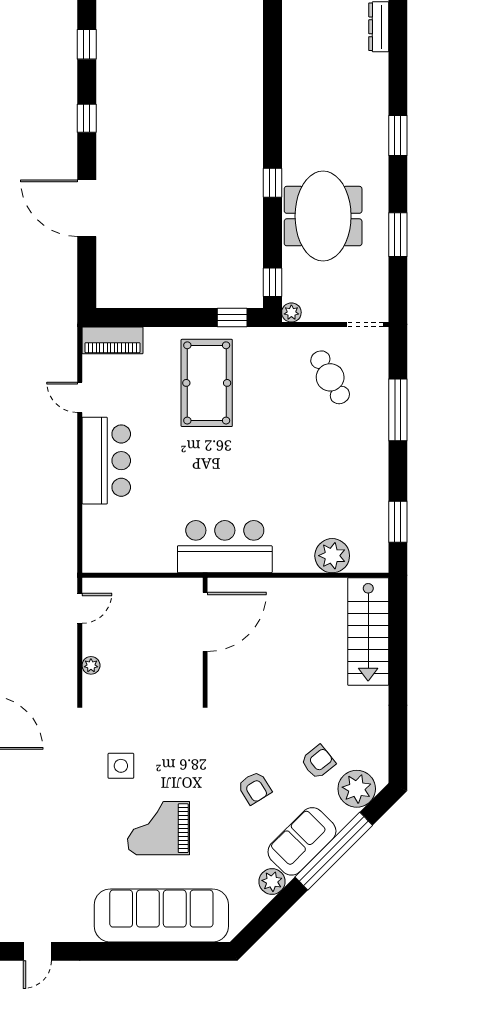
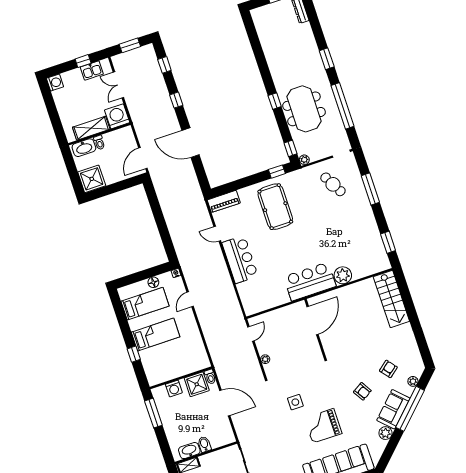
window: (398, 235) -> (342, 106), width x2.11
plant: (332, 556) -> (343, 275), moved
plant: (357, 789) -> (413, 381), width x0.53, depth x0.53

